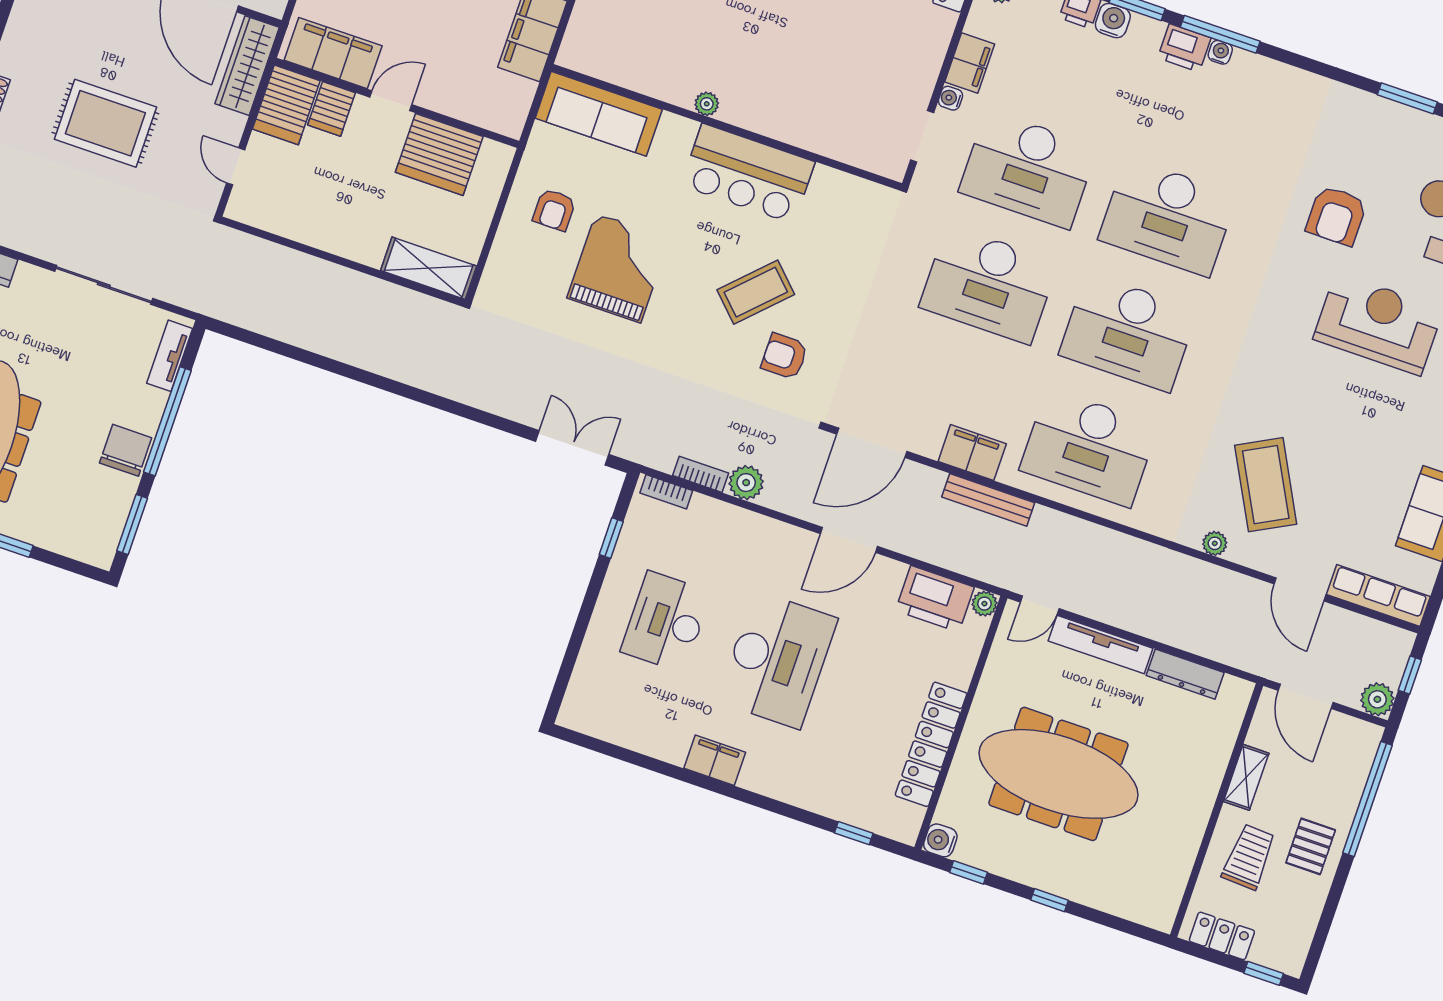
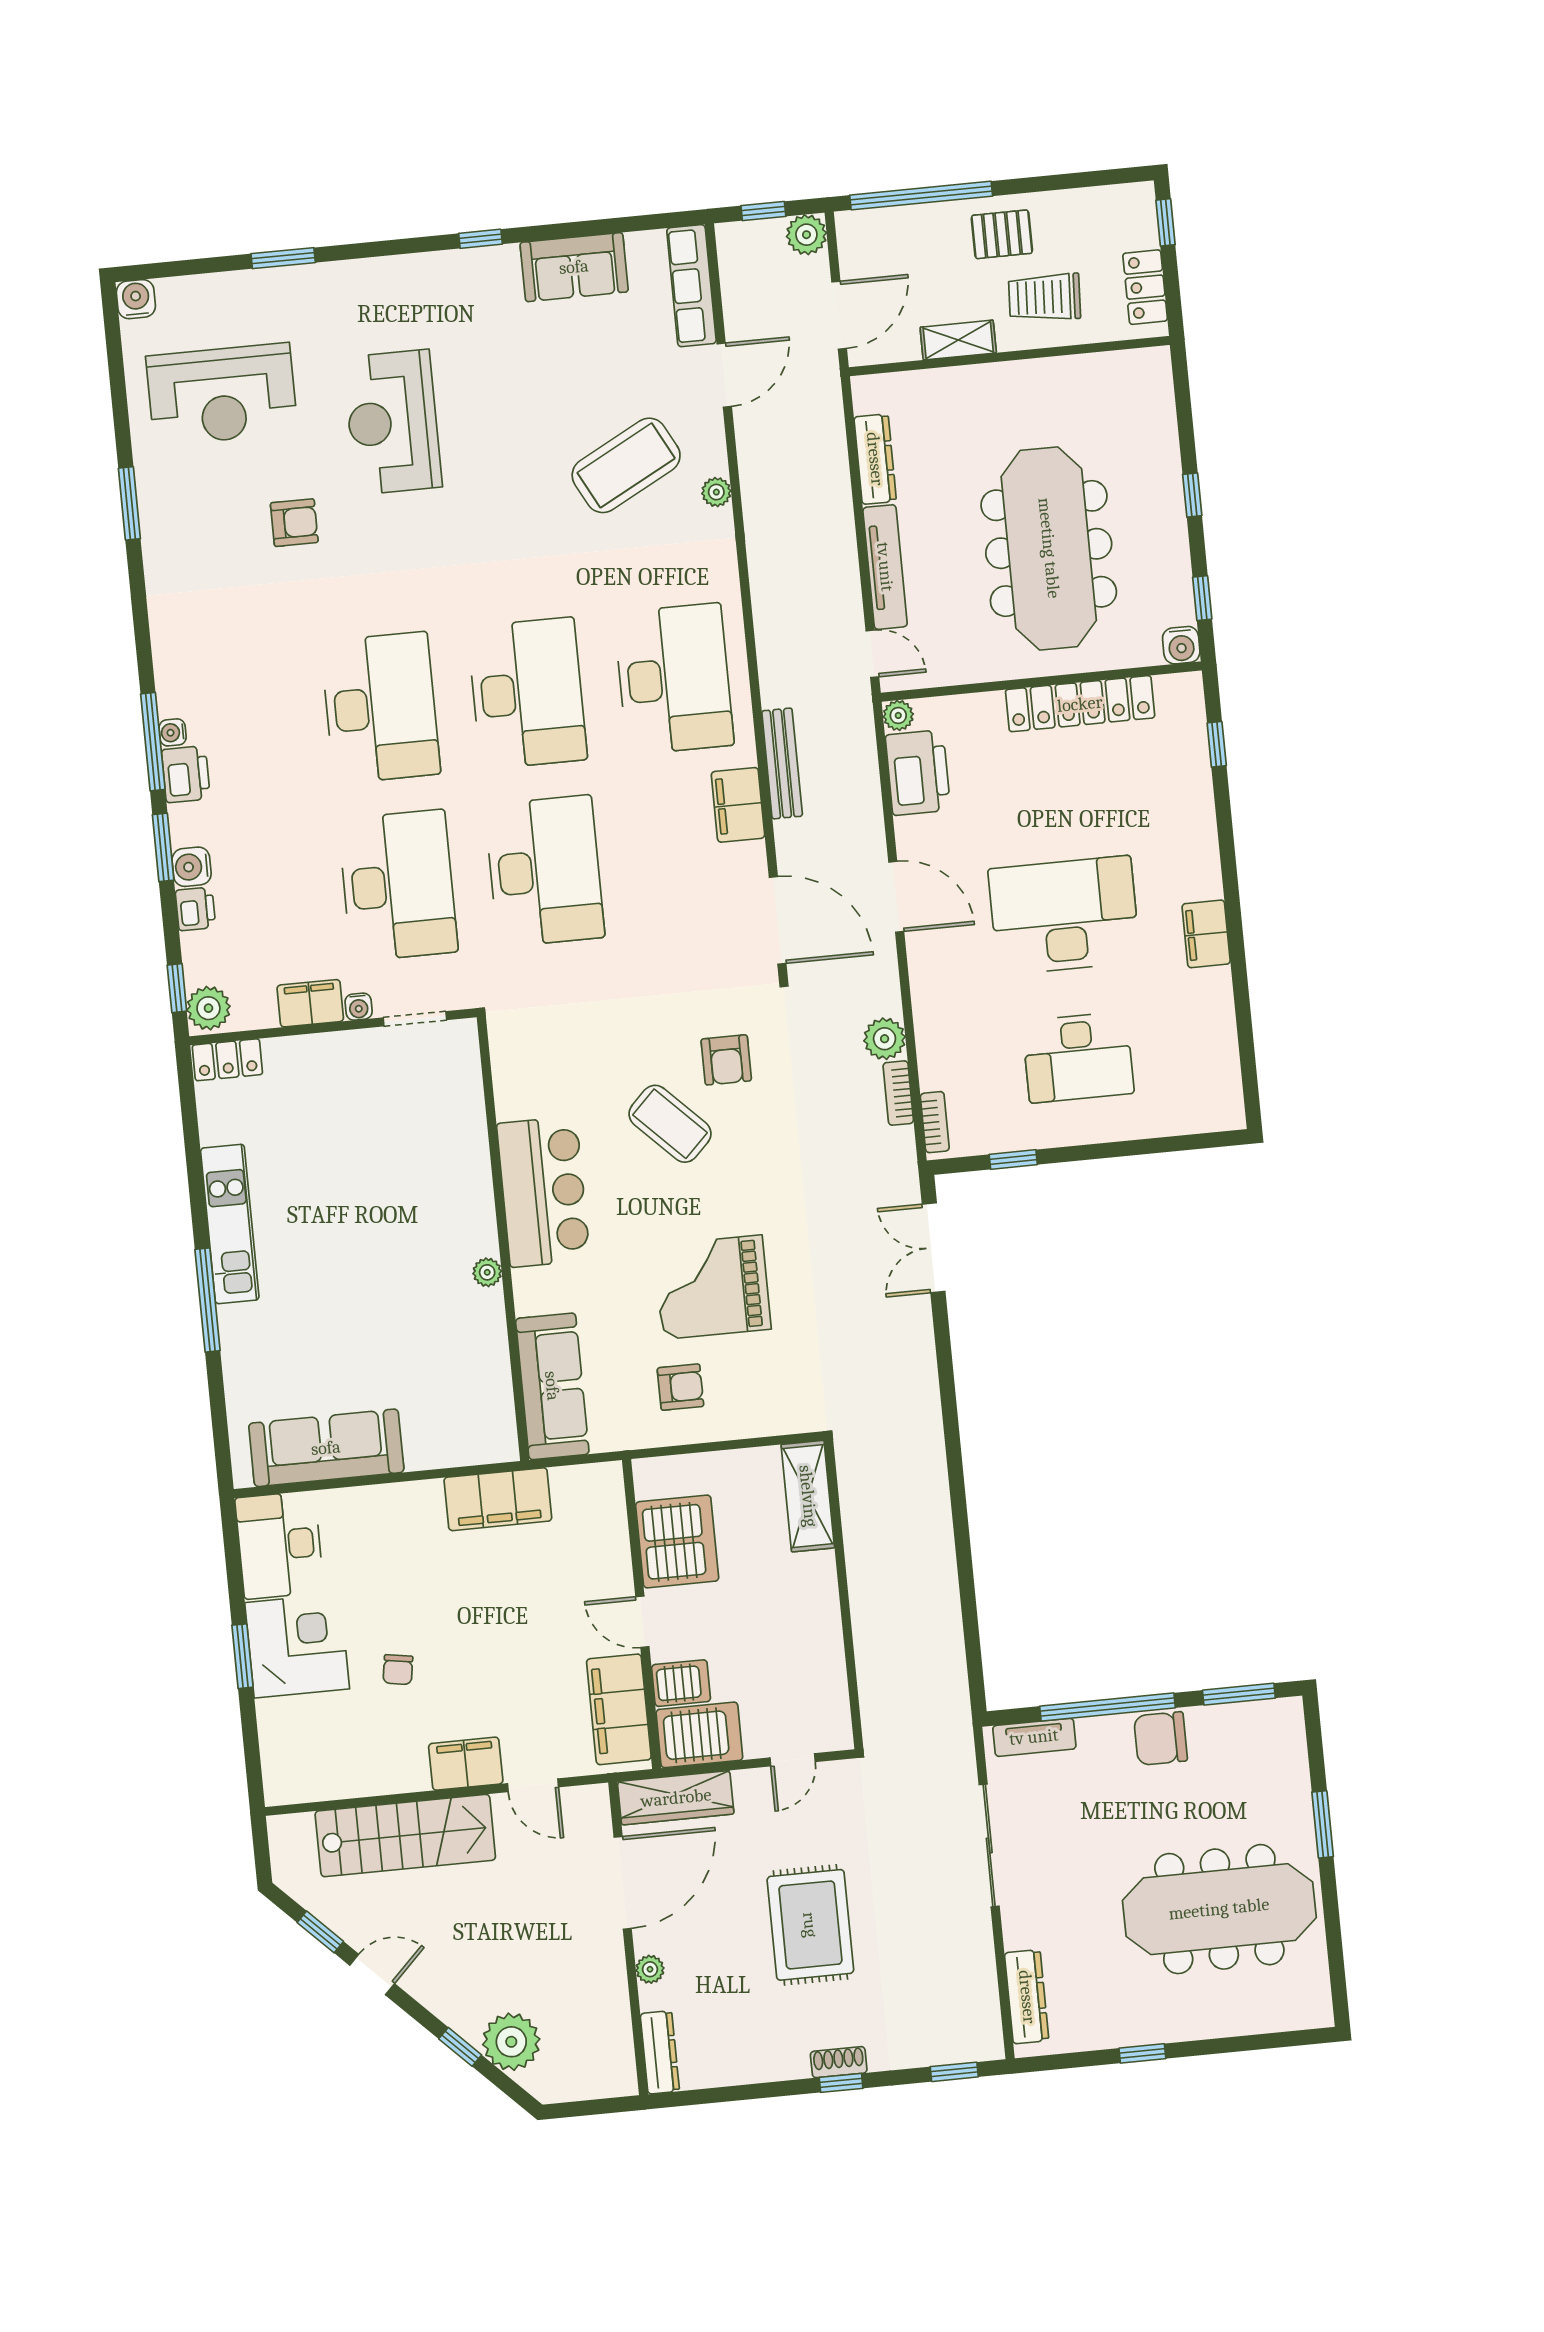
armchair: (1336, 216) -> (294, 523), width x0.72, depth x0.72

